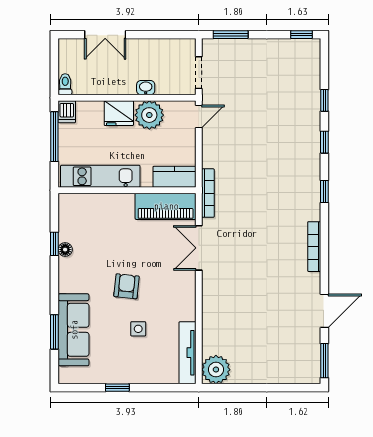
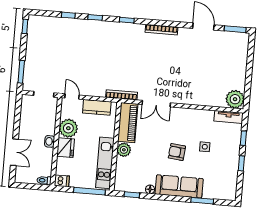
washbasin: (146, 88) -> (50, 141), moved
window: (54, 137) -> (89, 191), moved
kitchen counter: (174, 177) -> (97, 107), moved, turned -90
plant: (123, 204) -> (124, 150), added
window: (54, 244) -> (132, 195), moved
sofa: (74, 330) -> (179, 186), moved
tv unit: (188, 353) -> (229, 117), width x0.71
window: (157, 388) -> (243, 138), added

